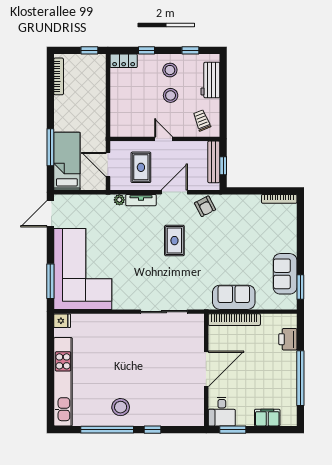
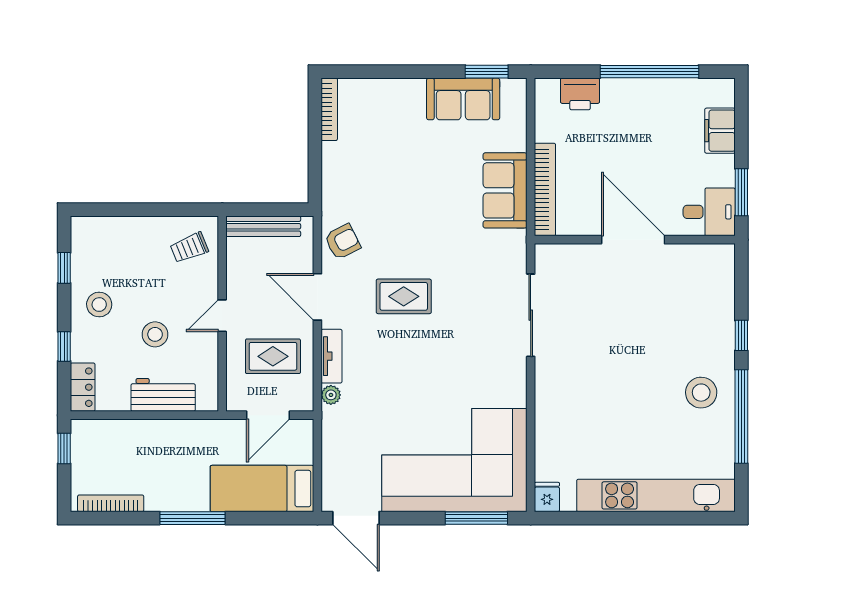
workbench: (210, 80) -> (163, 395), moved, turned 180
stool: (171, 95) -> (155, 334), moved
window: (50, 147) -> (192, 518), moved
window: (223, 166) -> (270, 210), removed

